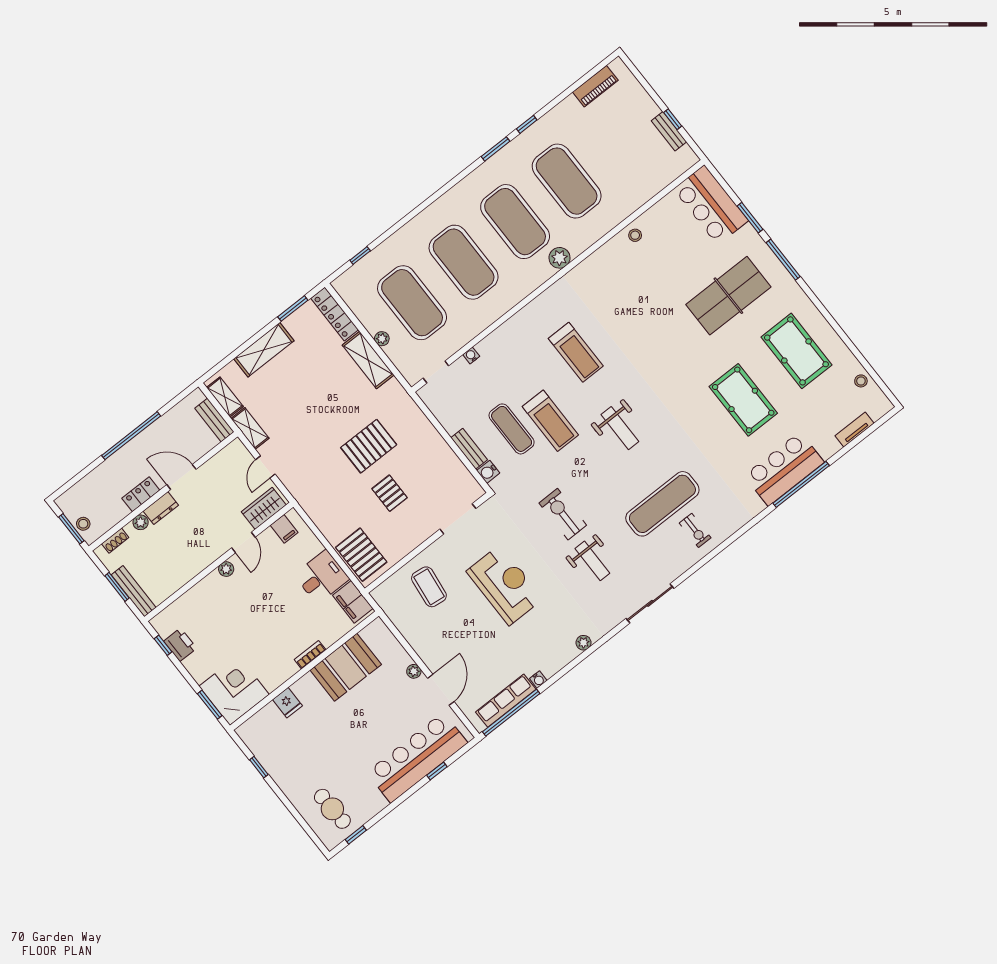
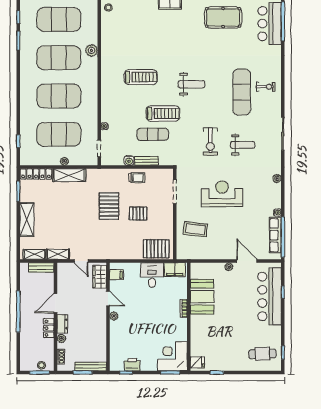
trolley: (436, 453) -> (137, 178), added
water cooler: (488, 472) -> (129, 161), moved
exercise bike: (563, 514) -> (210, 142), turned -90
fridge: (287, 703) -> (197, 362), moved

